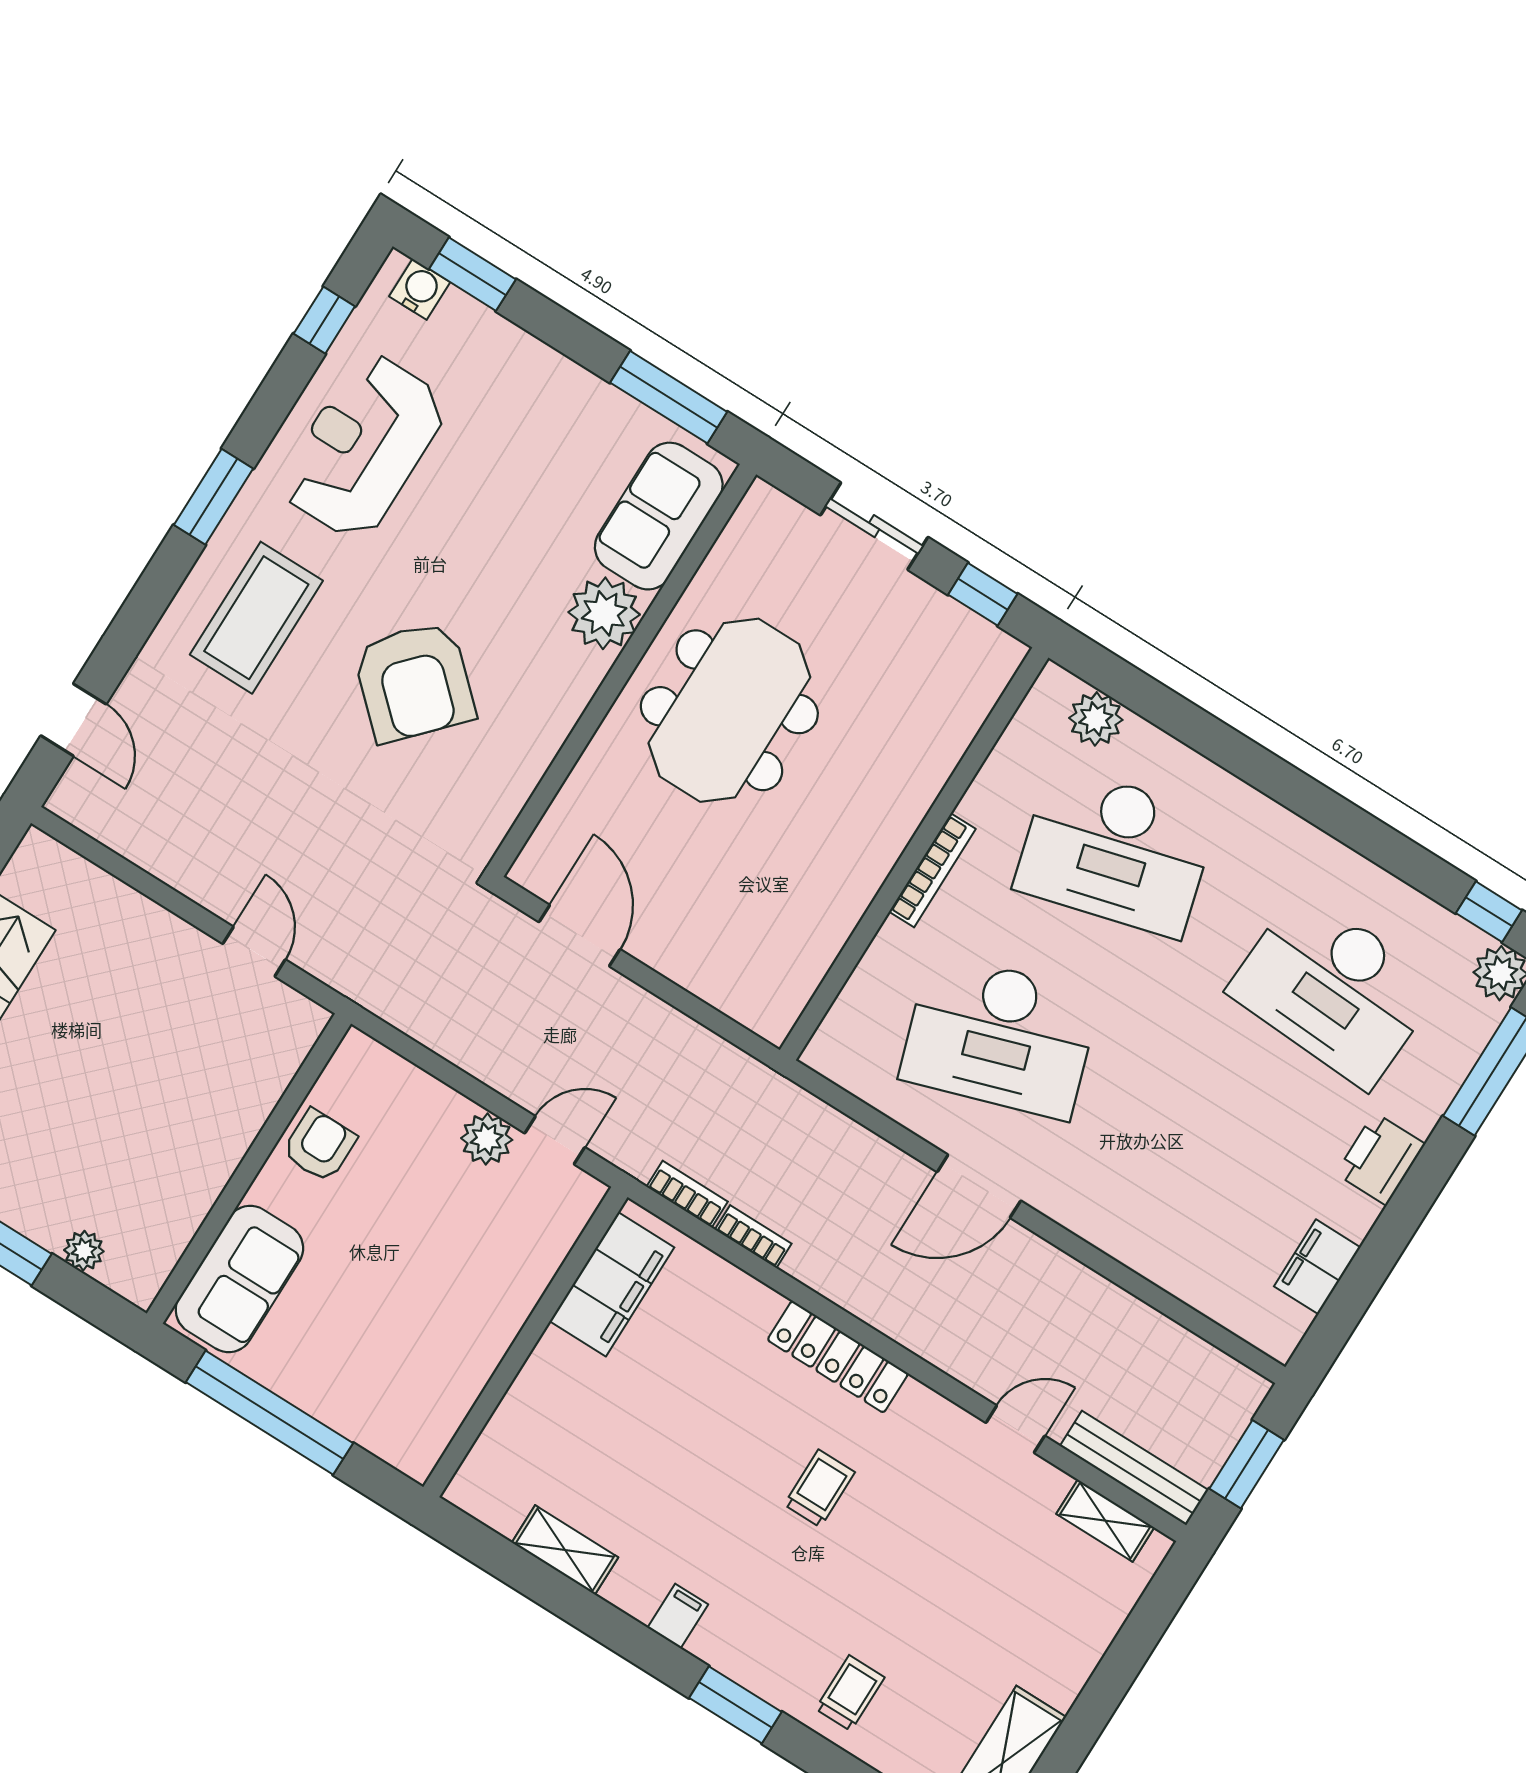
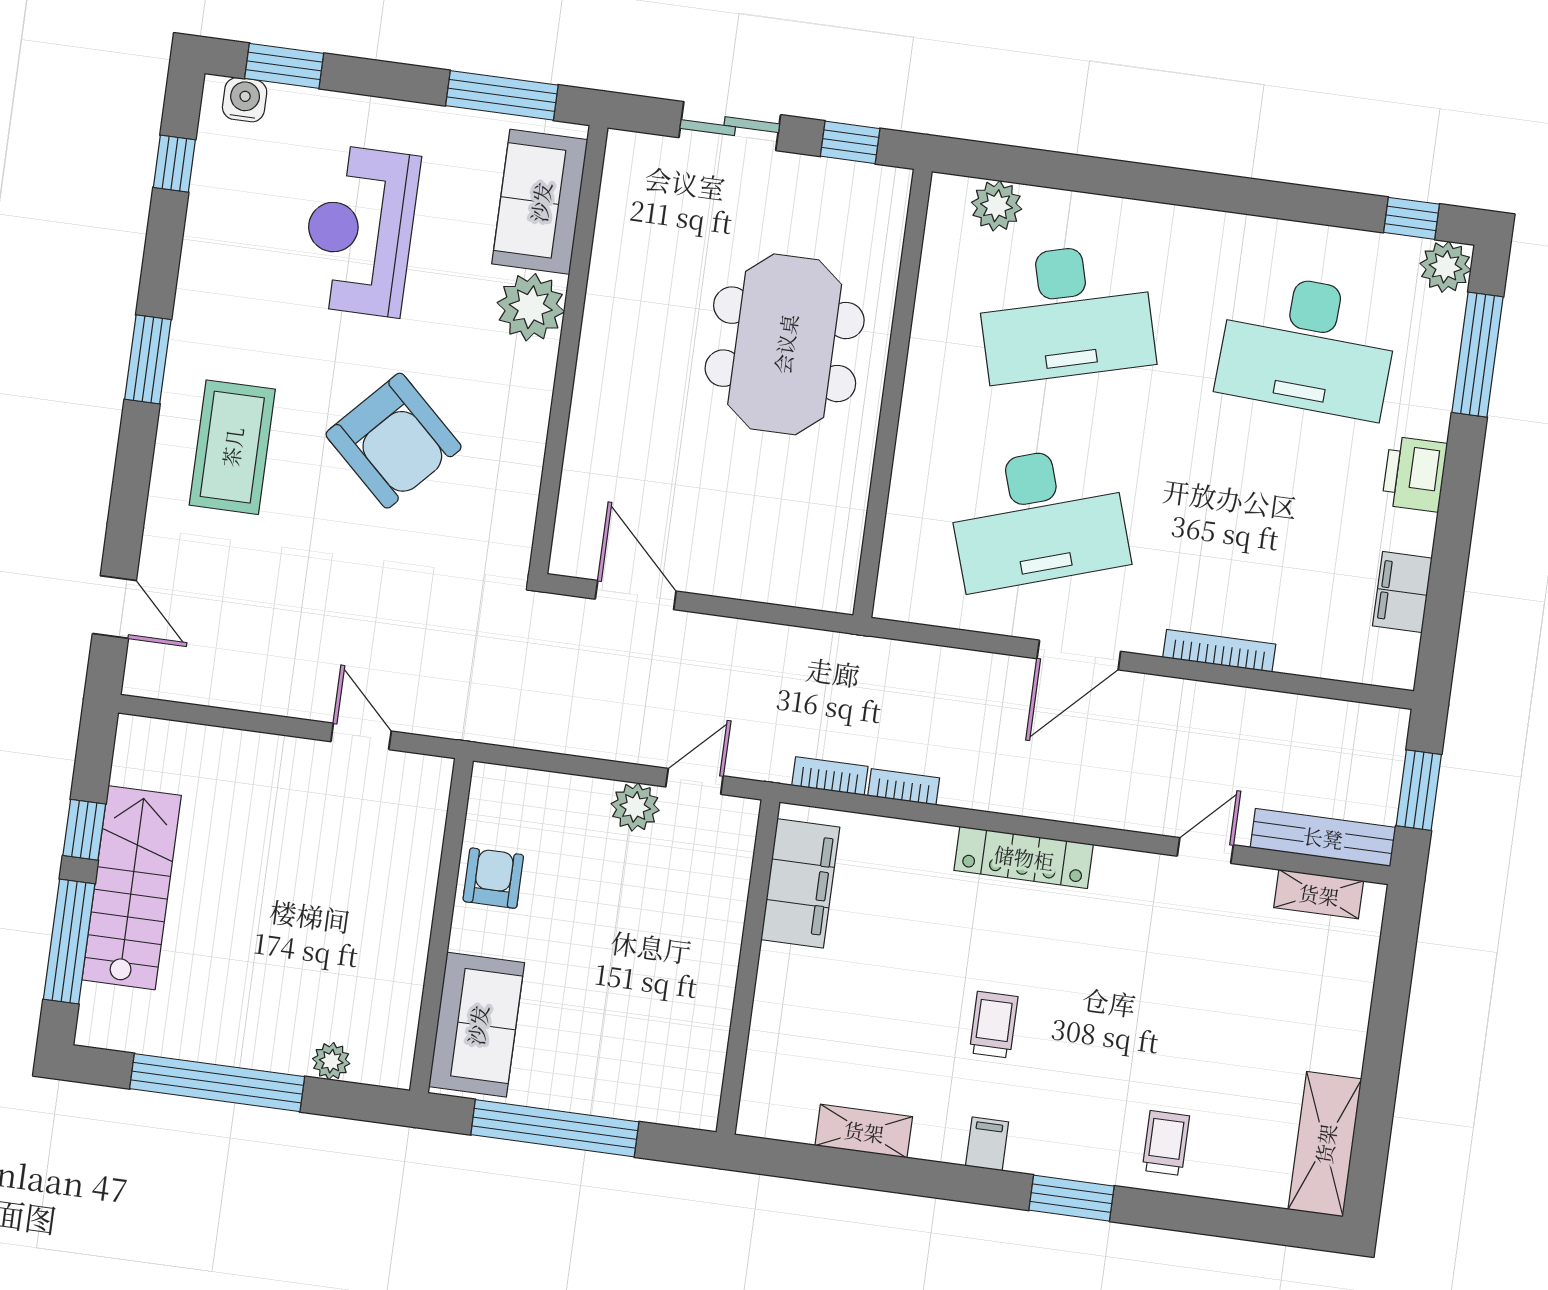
reception desk: (363, 446) -> (360, 231), moved
meeting table: (729, 710) -> (785, 344), moved
bookcase: (932, 870) -> (1219, 651), moved, turned -90
trolley: (819, 1488) -> (994, 1025), moved

